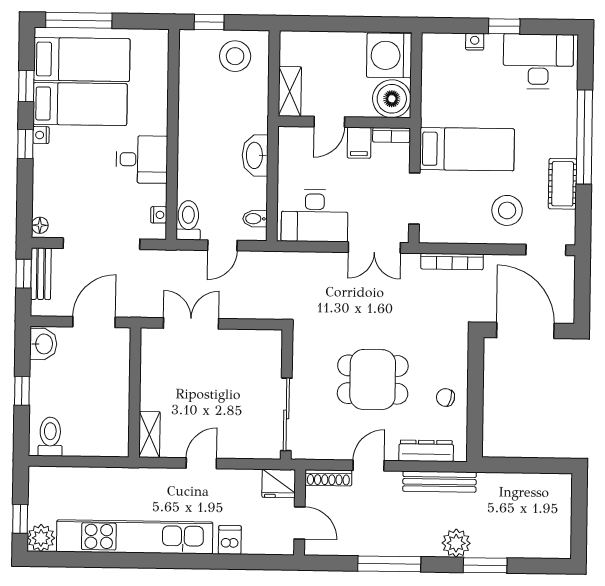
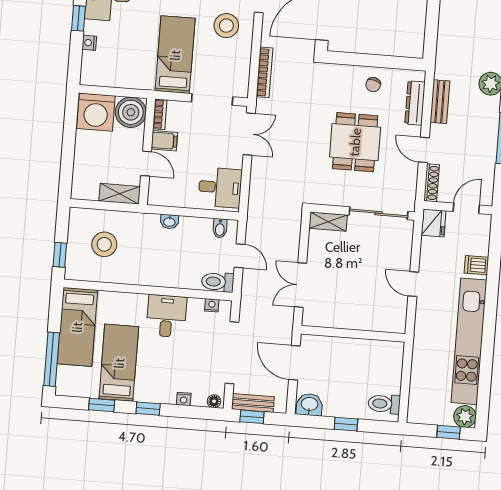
stool: (235, 56) -> (104, 244), moved
bed: (82, 60) -> (77, 327), moved, turned 180
nightstand: (41, 135) -> (184, 399), moved
washbasin: (255, 155) -> (169, 222), width x0.52, depth x0.69
desk: (315, 216) -> (220, 187), width x0.73
shelving: (149, 435) -> (328, 222), moved
bench: (439, 482) -> (440, 102), width x0.73

